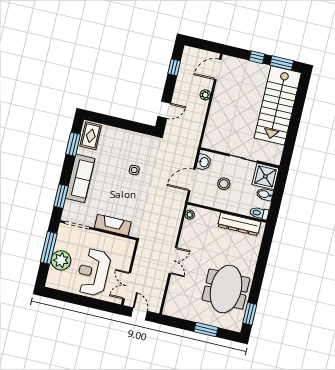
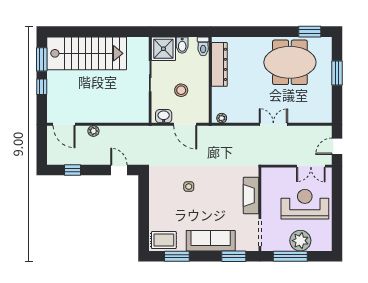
reception desk: (93, 272) -> (305, 204), turned 180

